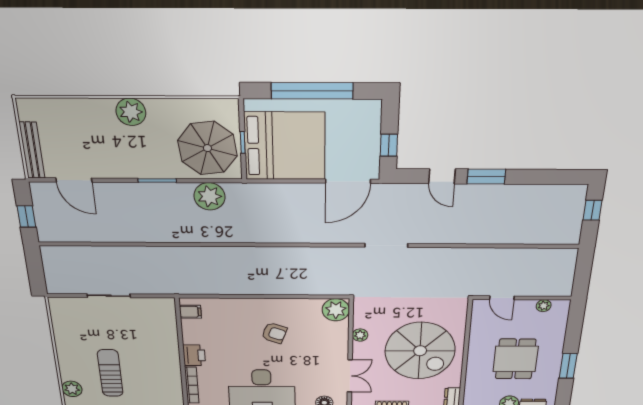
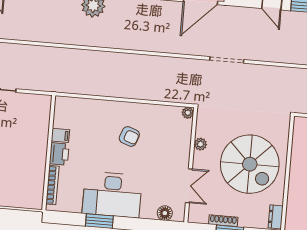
plant: (336, 310) -> (188, 113), width x0.53, depth x0.53
filing cabinet: (190, 312) -> (60, 135), moved

